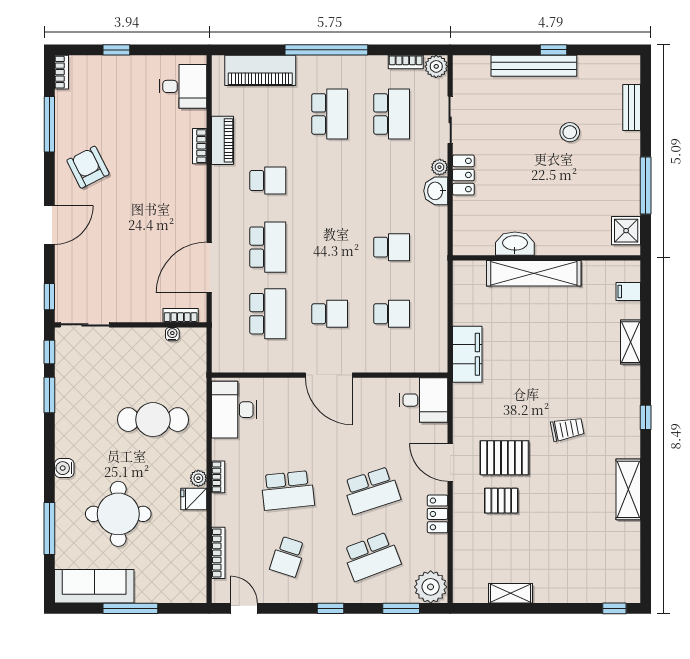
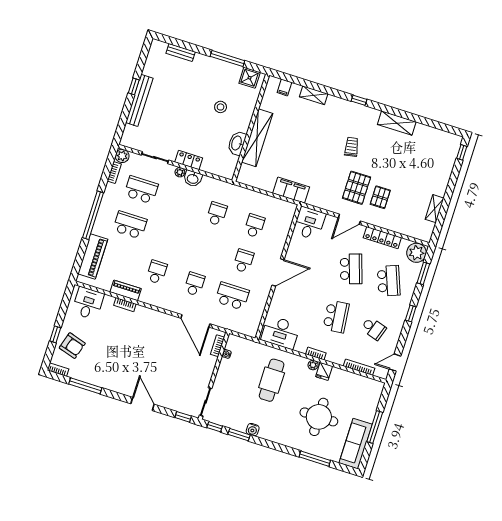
stool: (570, 132) -> (221, 107), moved
armchair: (88, 167) -> (72, 346), moved, turned -136
school desk: (268, 247) -> (194, 284), width x0.54
water cooler: (64, 468) -> (253, 430), moved
locker: (438, 514) -> (382, 238), width x1.53

